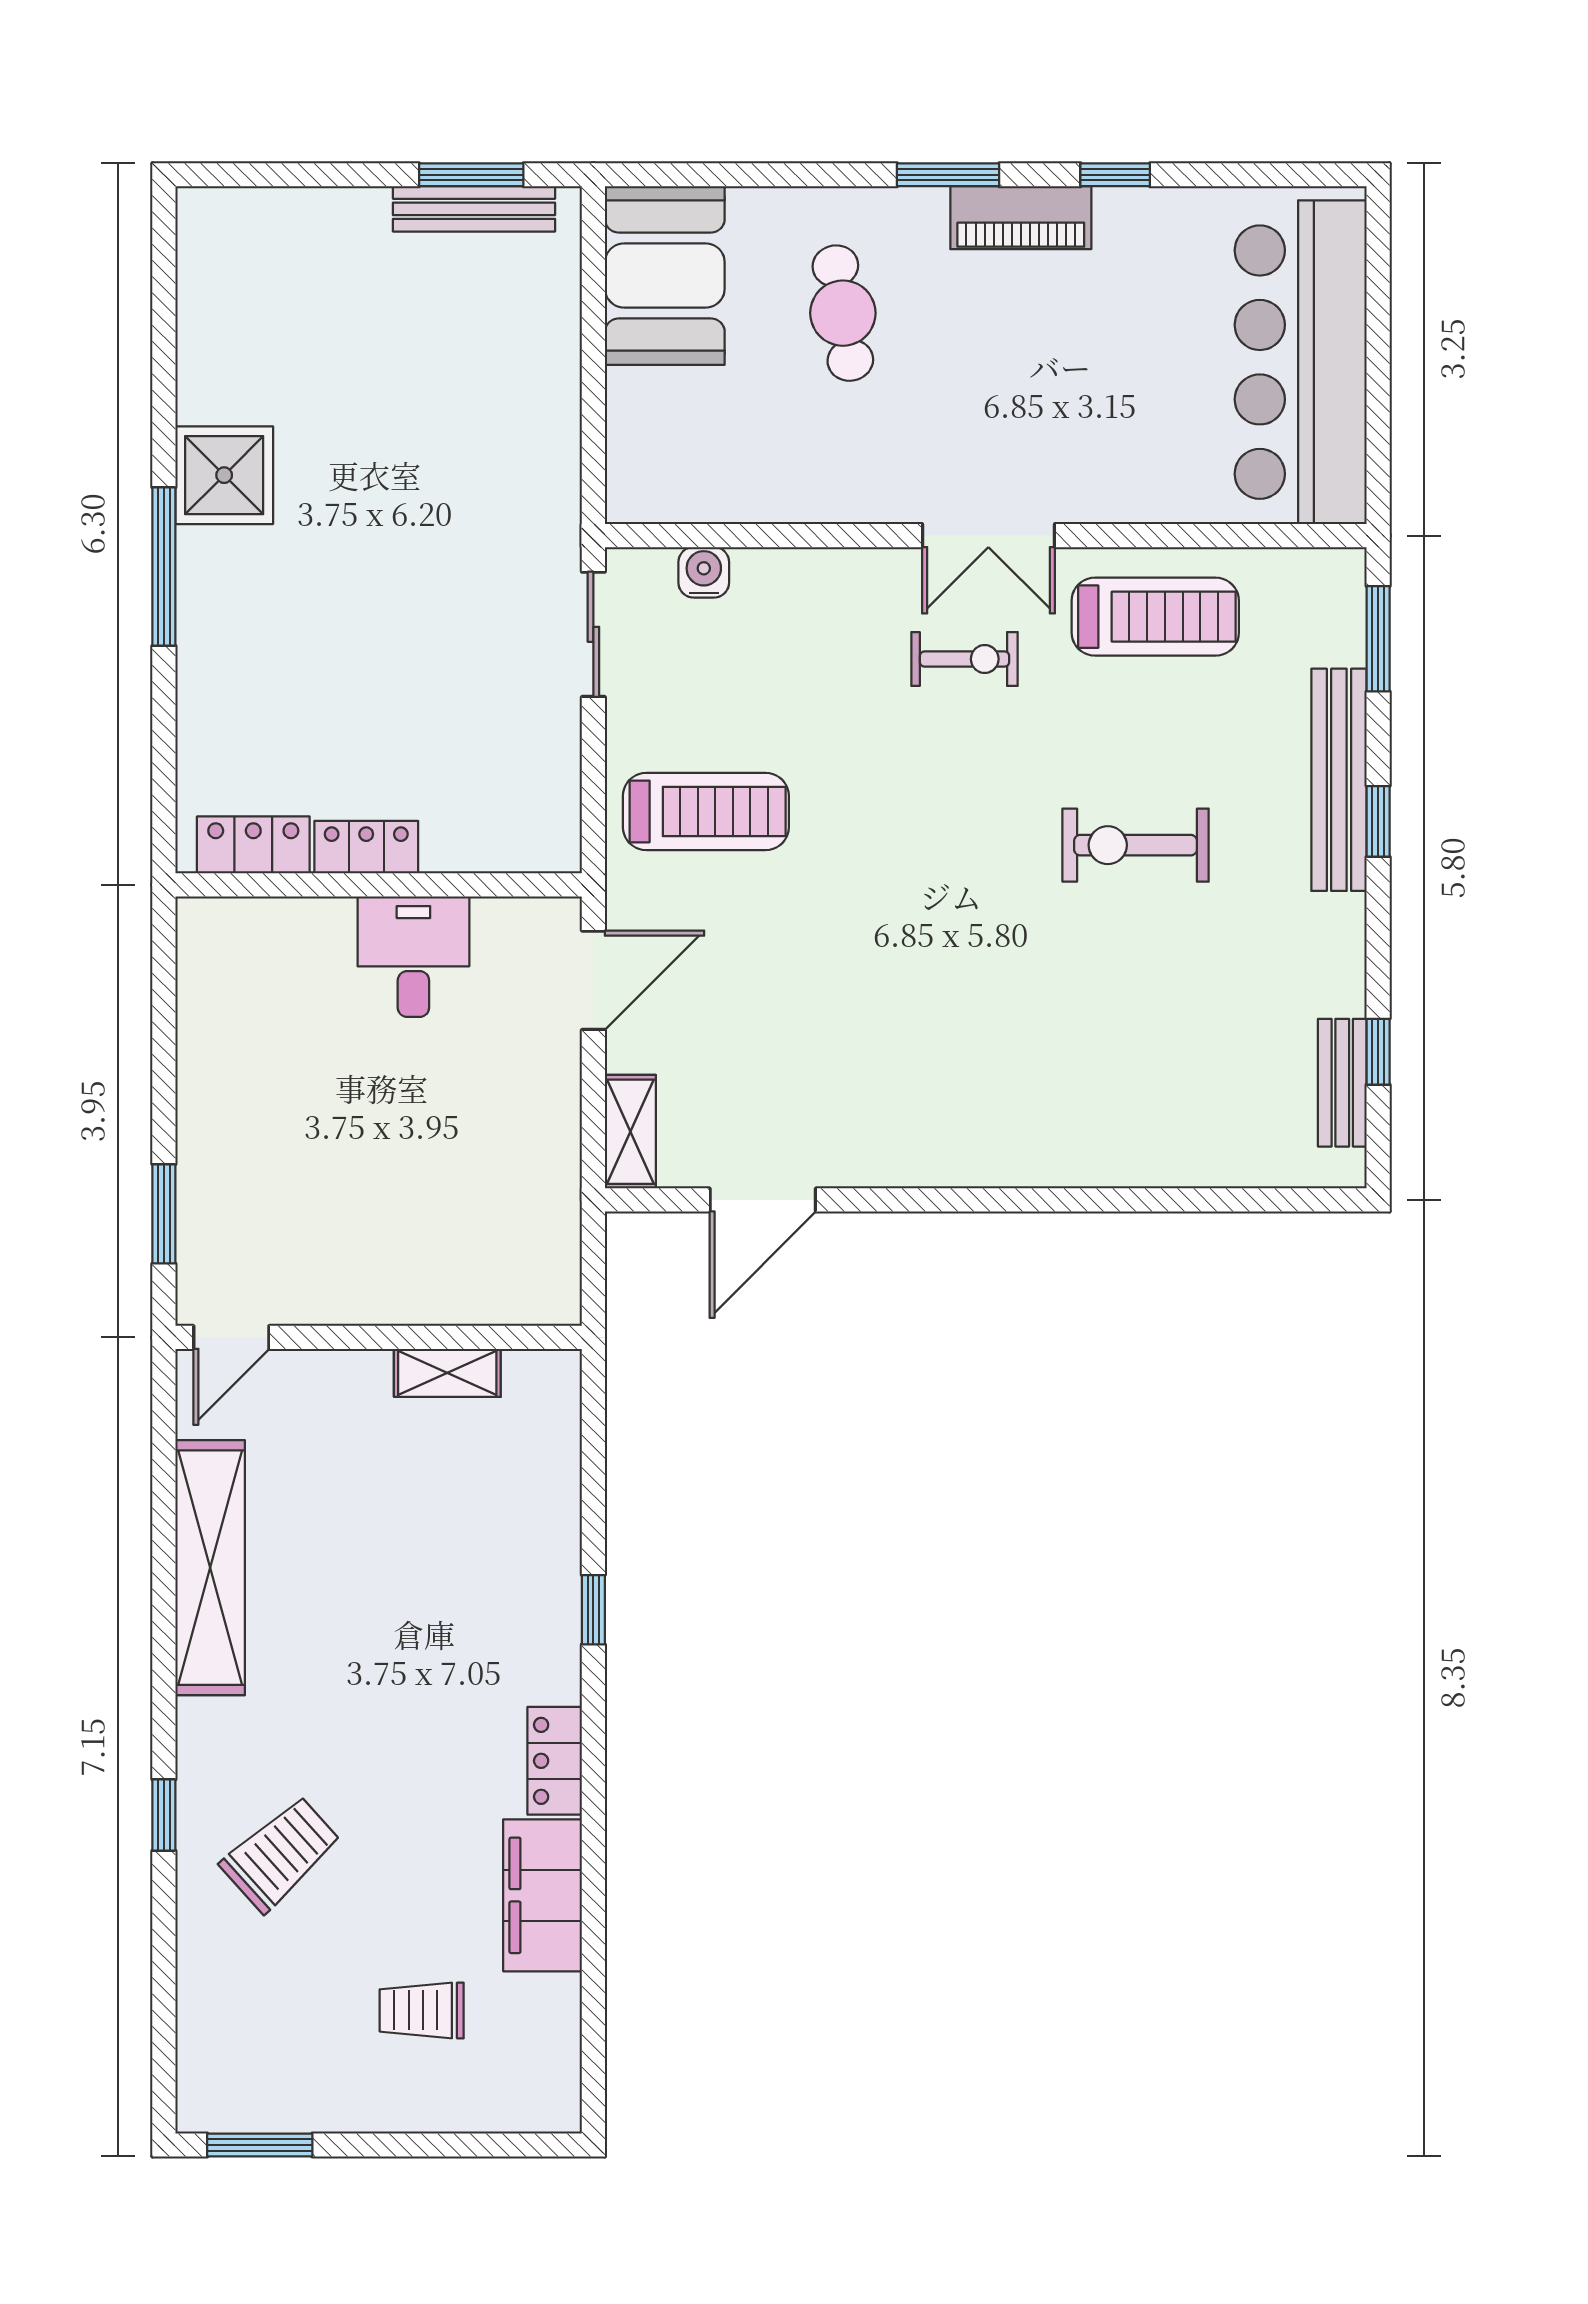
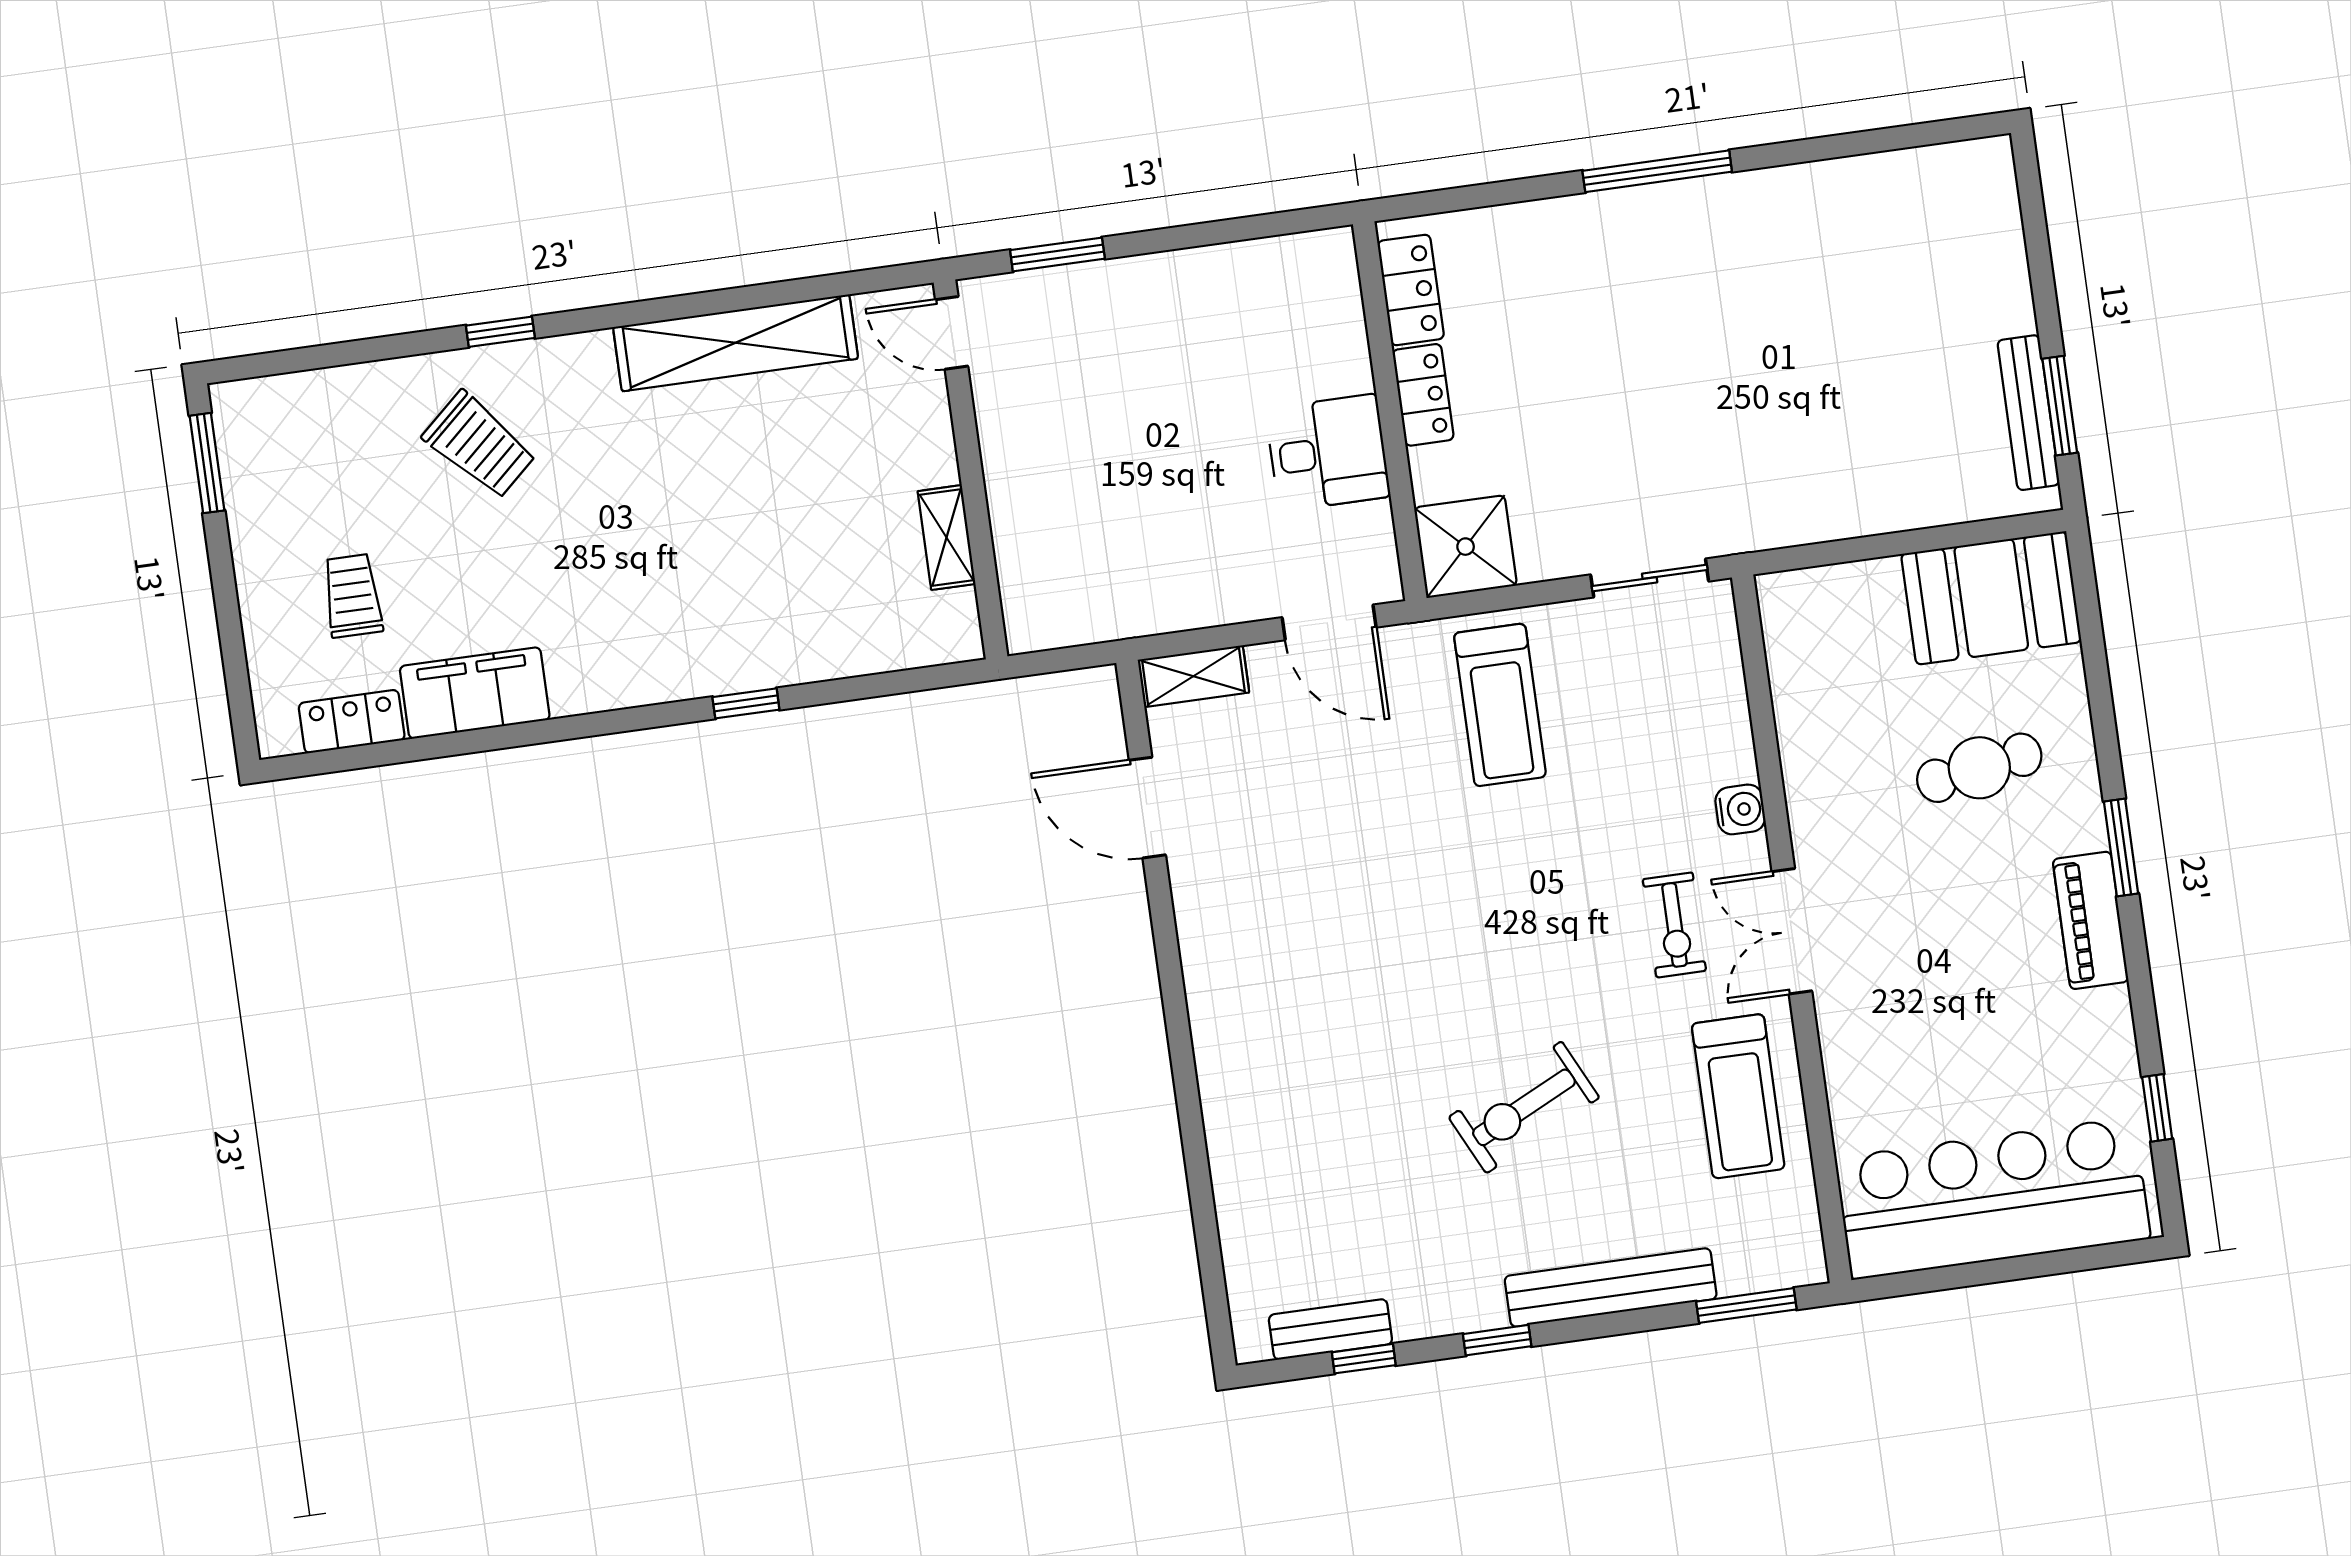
window: (1115, 175) -> (2157, 1108), moved
shower: (224, 475) -> (1466, 547), moved
water cooler: (704, 572) -> (1740, 809), moved
window: (1378, 821) -> (1497, 1340), moved
exercise bike: (1136, 845) -> (1524, 1107), turned -116
locker: (555, 1761) -> (352, 722), moved

